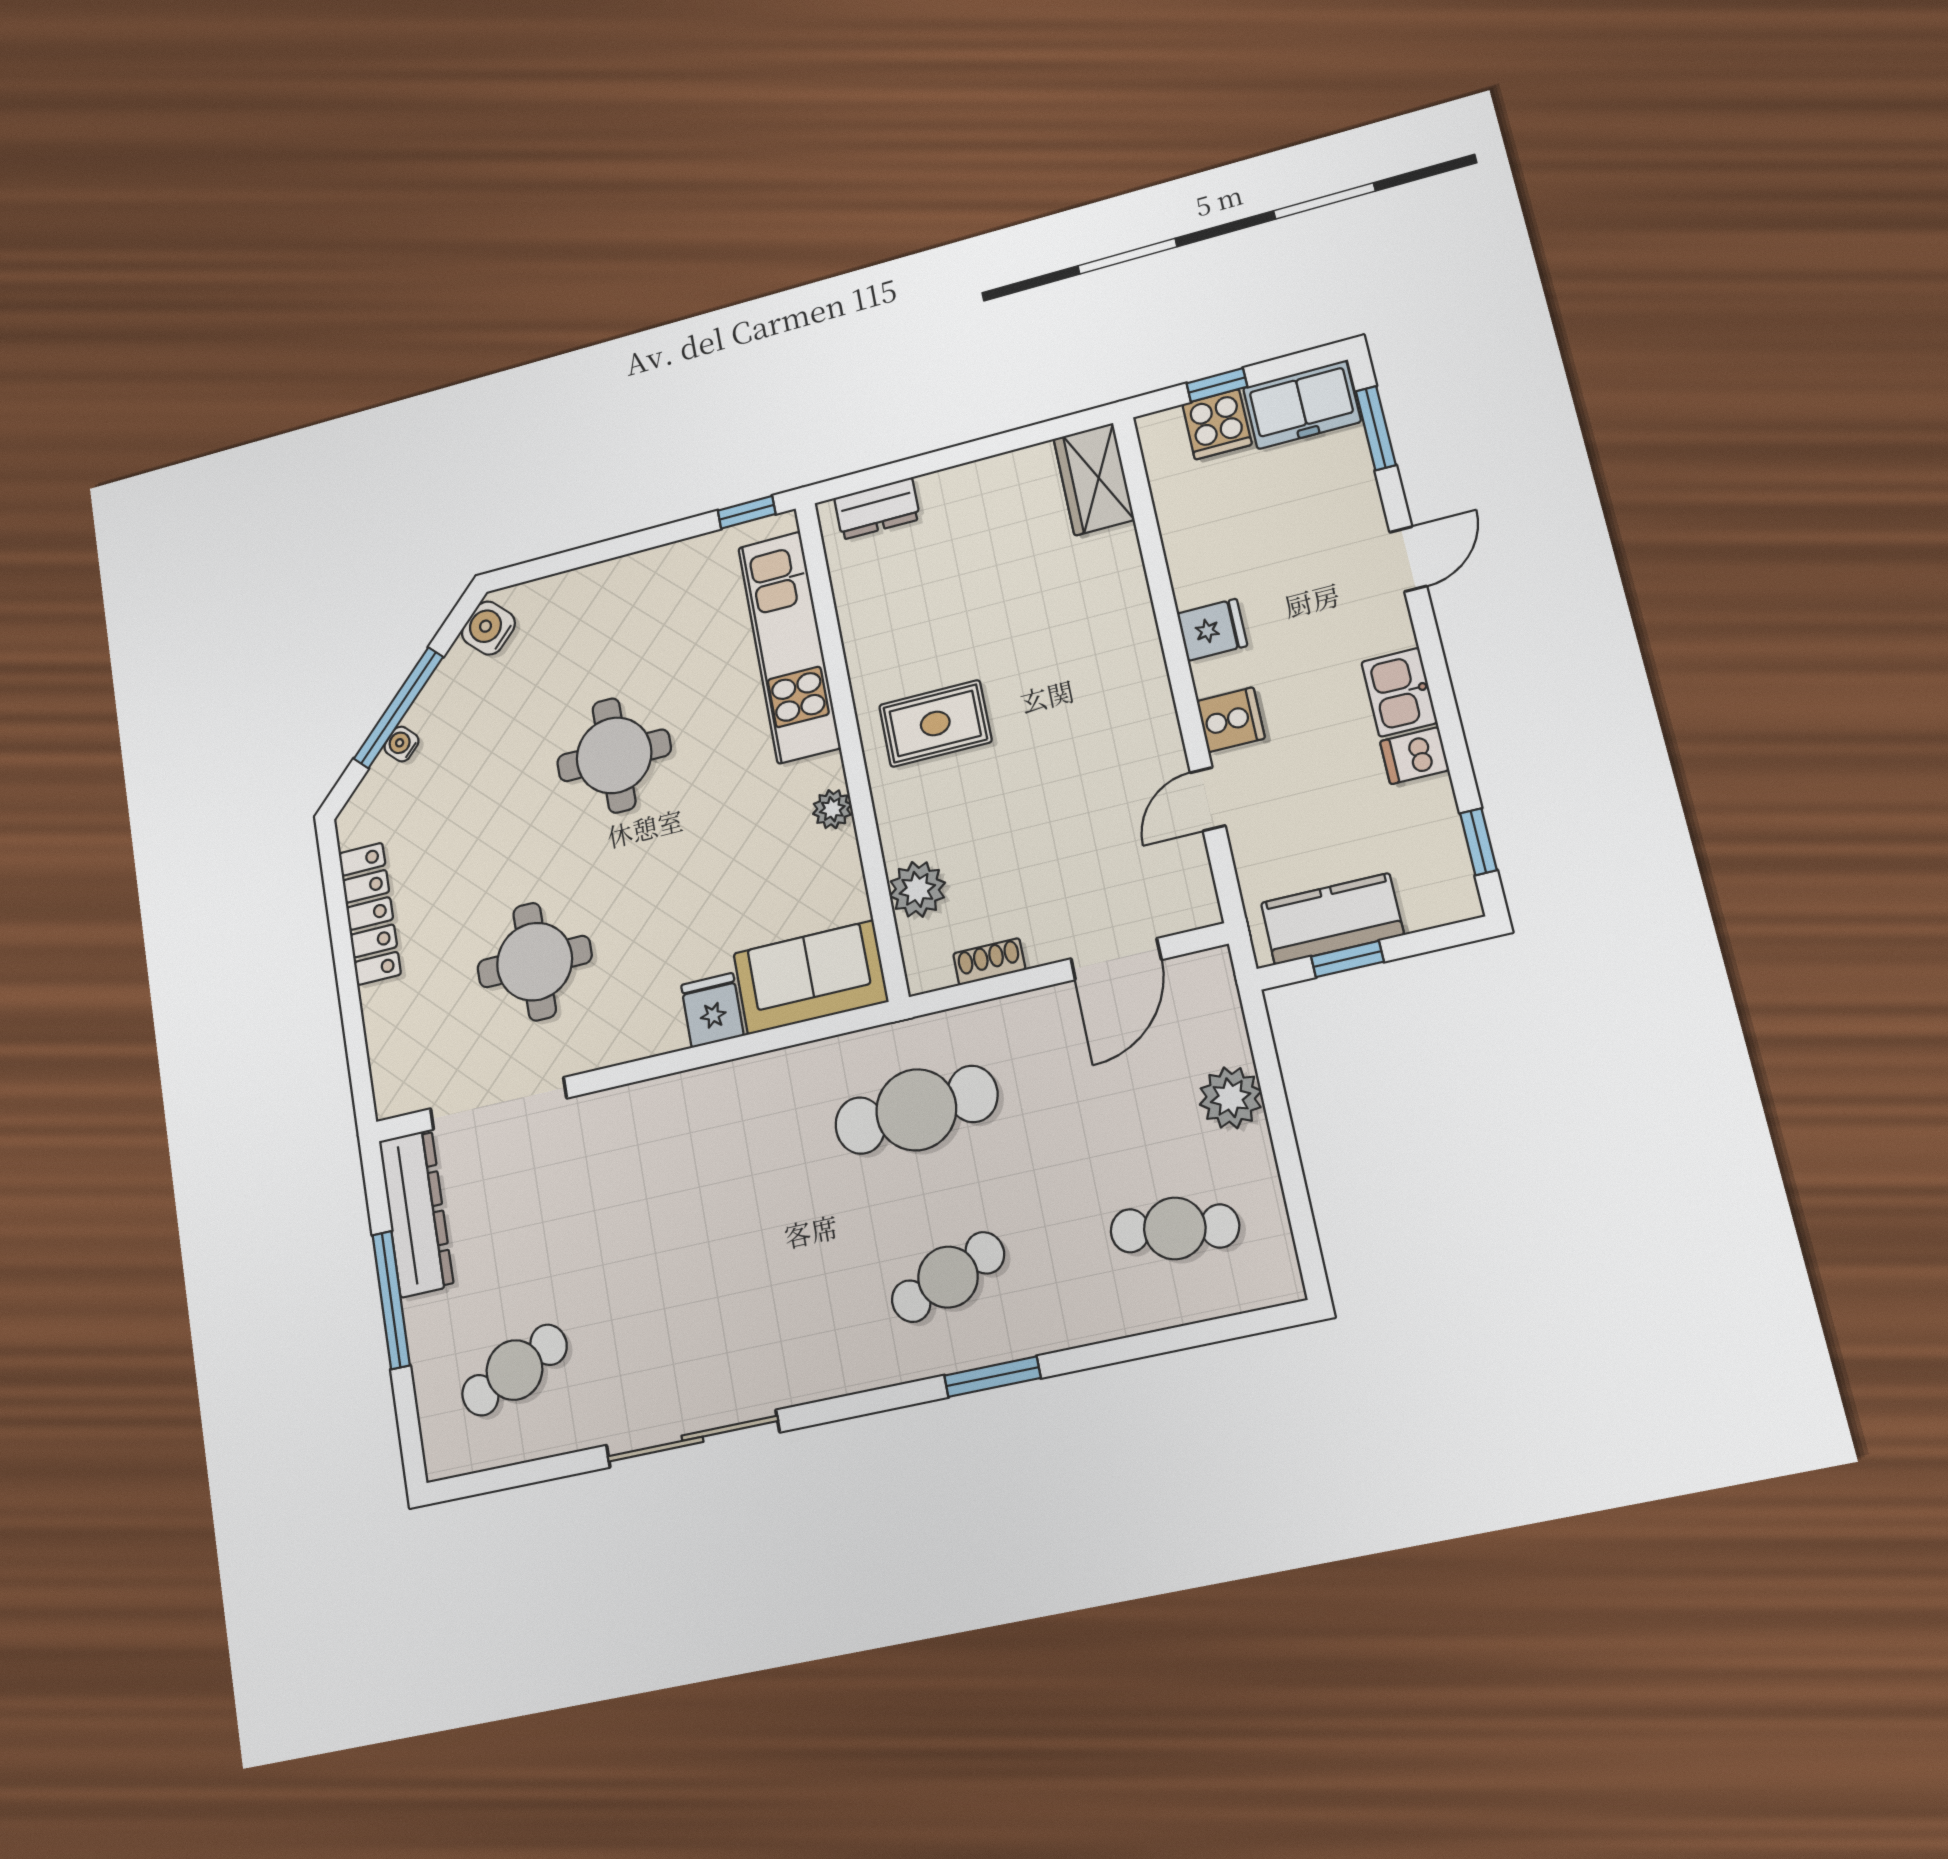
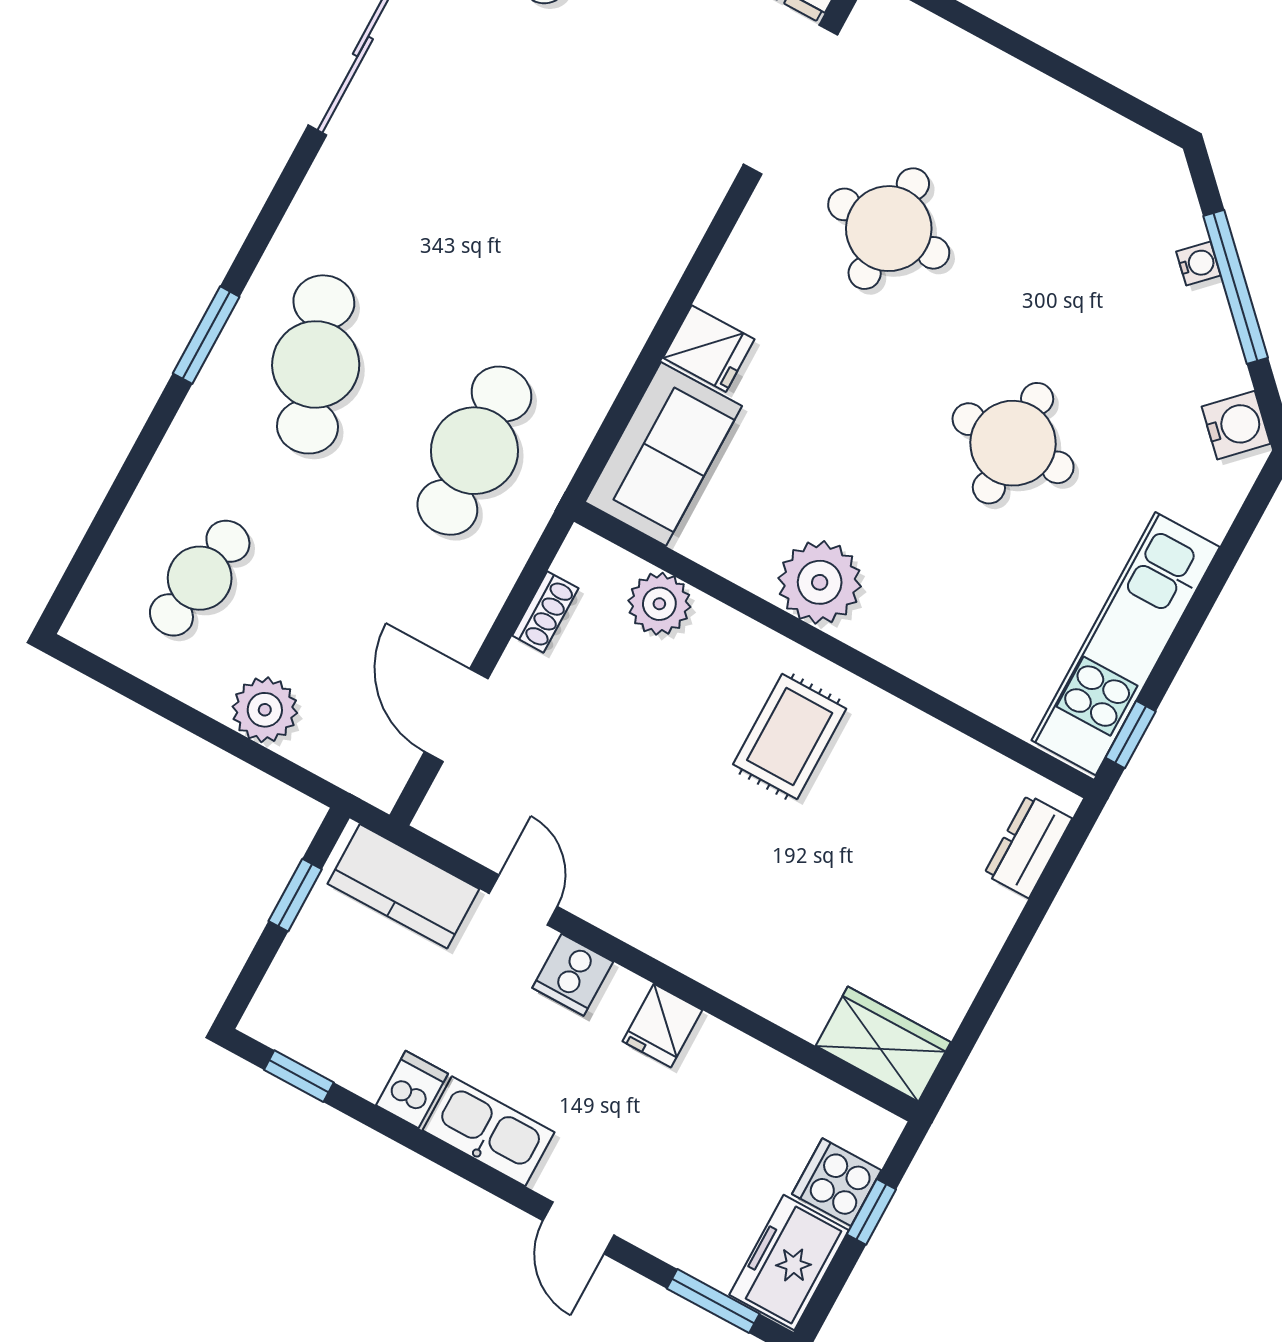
kitchen unit: (789, 647) -> (1126, 644), moved, turned -90
kitchen sink: (1399, 692) -> (489, 1131), width x1.38
plant: (832, 809) -> (820, 582), width x1.87, depth x1.87
locker: (370, 914) -> (1065, 115), removed
kitchen counter: (1332, 919) -> (403, 886), moved, turned 90
cafe table: (948, 1277) -> (316, 364), width x1.37, depth x1.35

